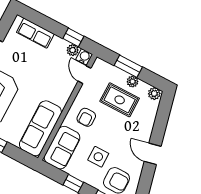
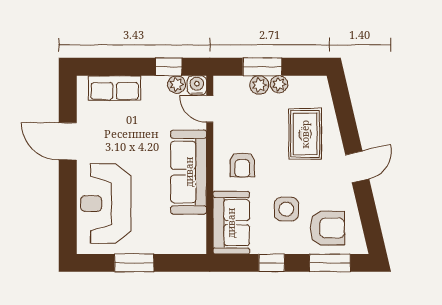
plant: (154, 94) -> (259, 85), moved
rug: (120, 100) -> (305, 134), moved, turned 90
sofa: (40, 128) -> (189, 172), moved
door: (153, 154) -> (357, 167), swing flipped

